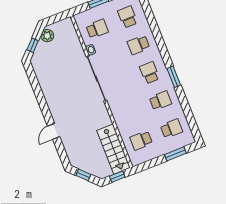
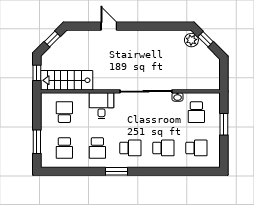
plant: (47, 36) -> (191, 40), moved
school desk: (138, 45) -> (163, 148), turned 90
desk: (123, 111) -> (101, 106), added

